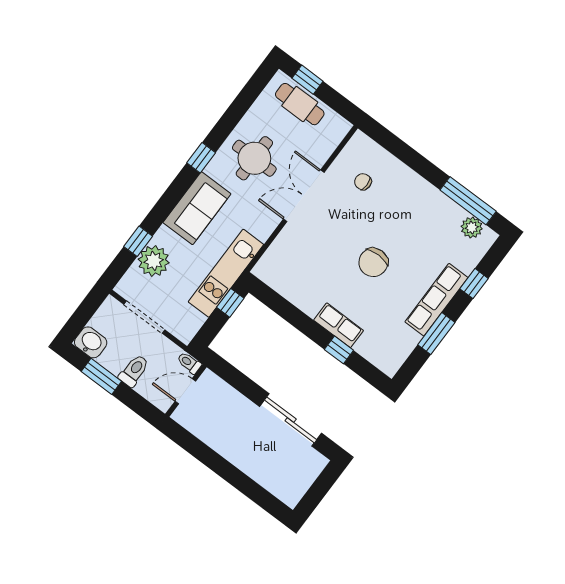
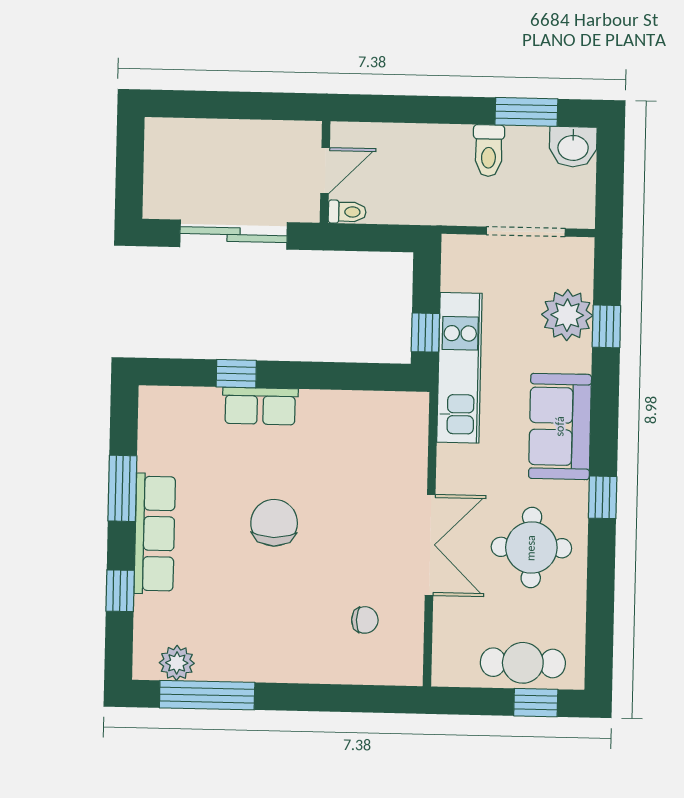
toilet: (189, 363) -> (347, 212), moved
door: (185, 391) -> (325, 171), moved
wall: (186, 391) -> (325, 172), moved

